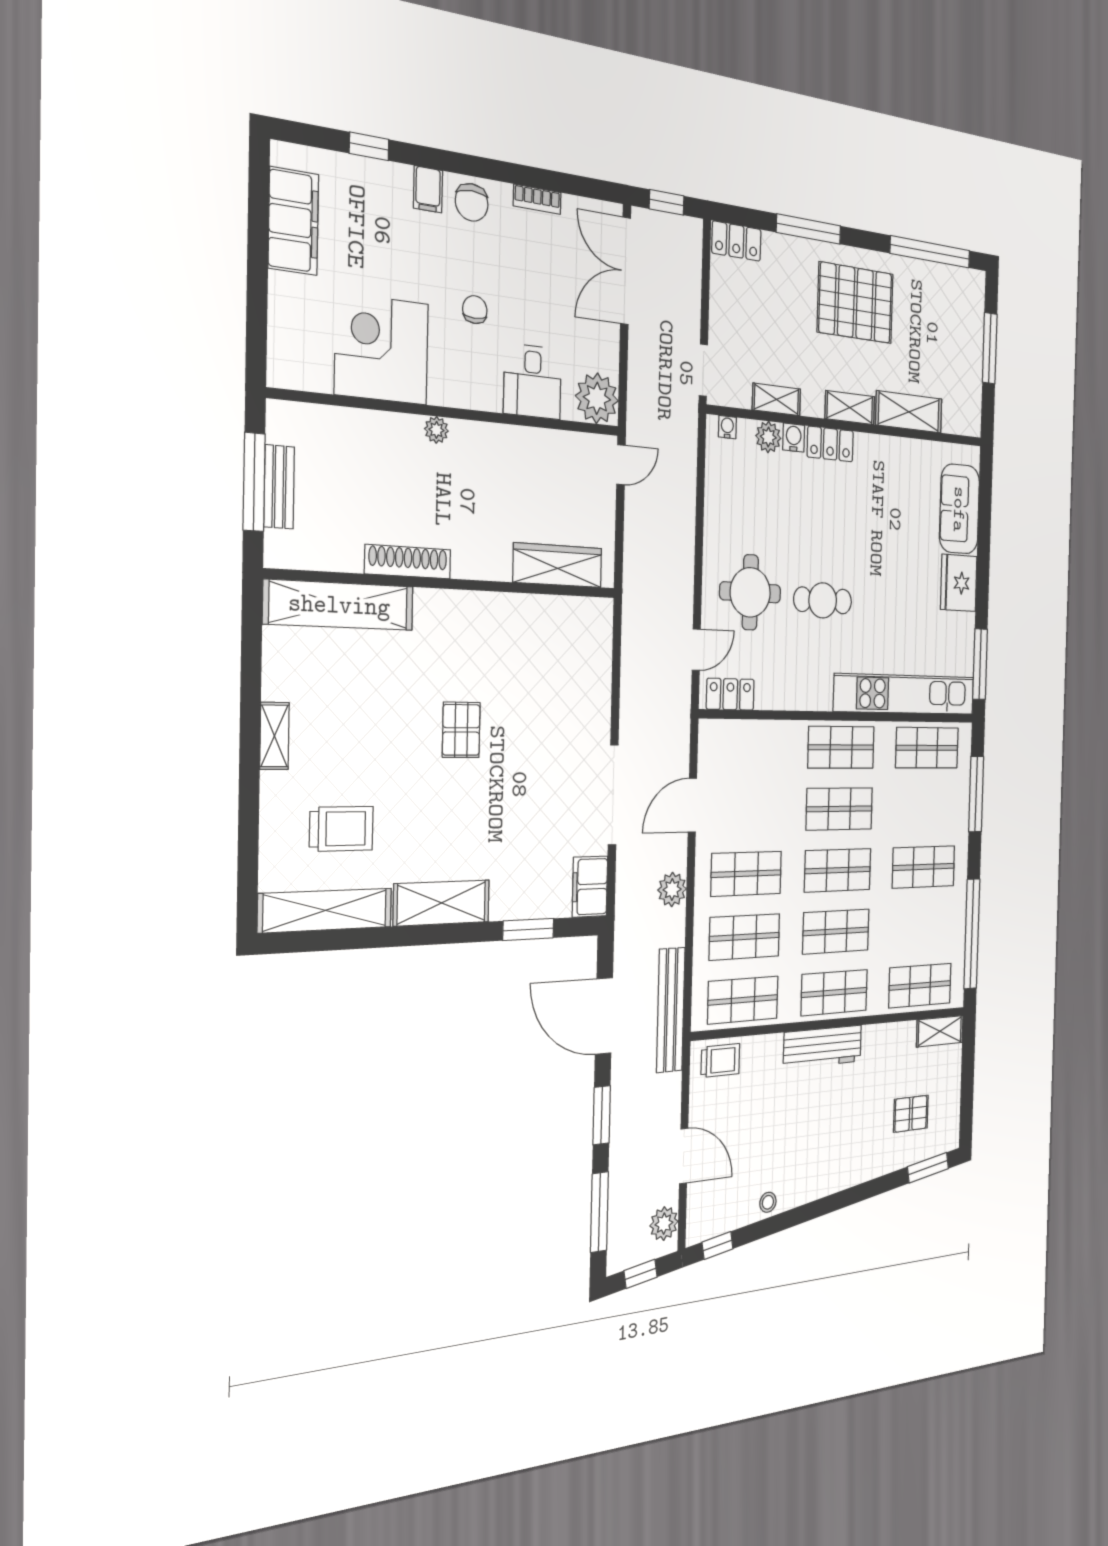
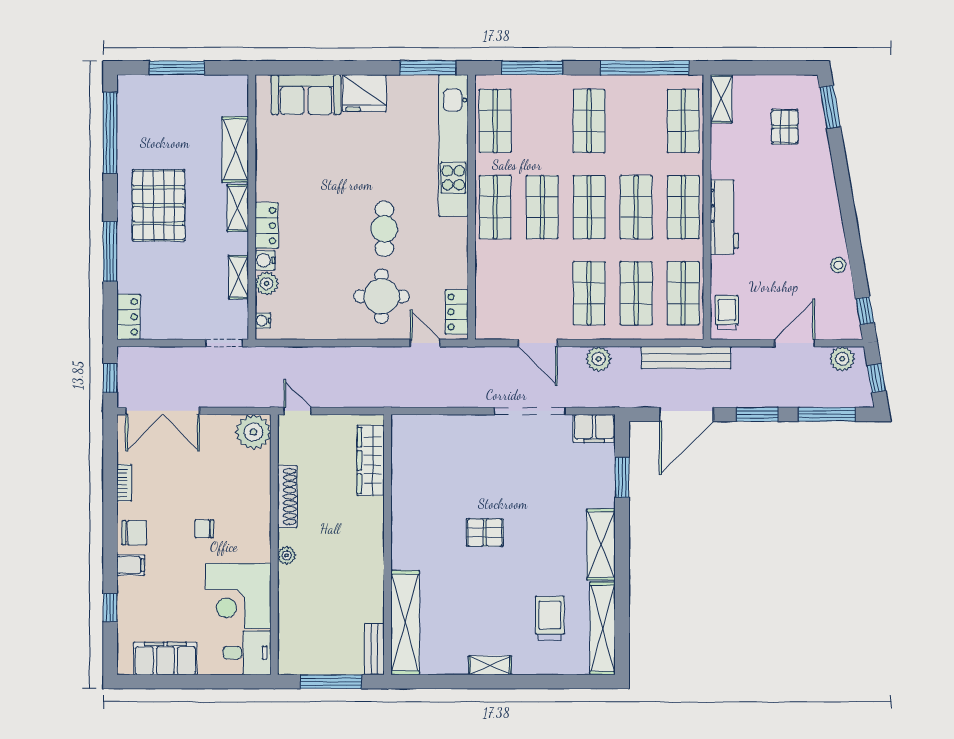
desk: (532, 381) -> (247, 653), moved
bench: (279, 487) -> (374, 649), moved, turned 90
shoe rack: (408, 562) -> (287, 497), moved, turned 180

